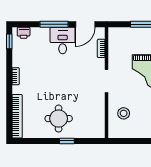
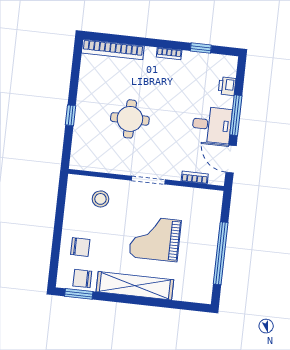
printer: (24, 33) -> (227, 86), moved
window: (9, 41) -> (201, 48), moved
round table: (59, 119) -> (130, 119), moved

